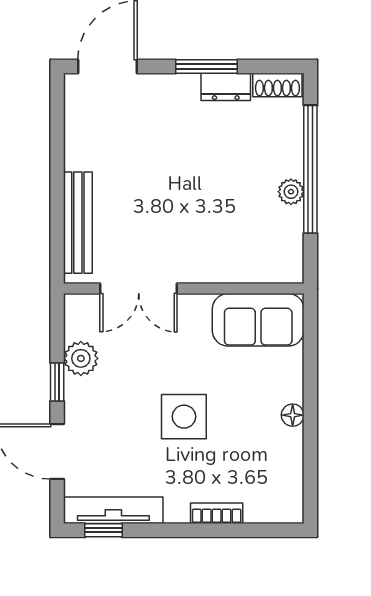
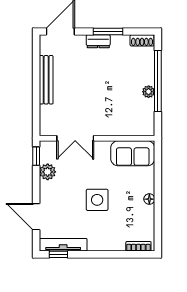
dresser: (226, 87) -> (98, 41), moved
bench: (78, 223) -> (46, 80), moved
window: (57, 382) -> (36, 156), moved
bookcase: (217, 513) -> (138, 246), moved

